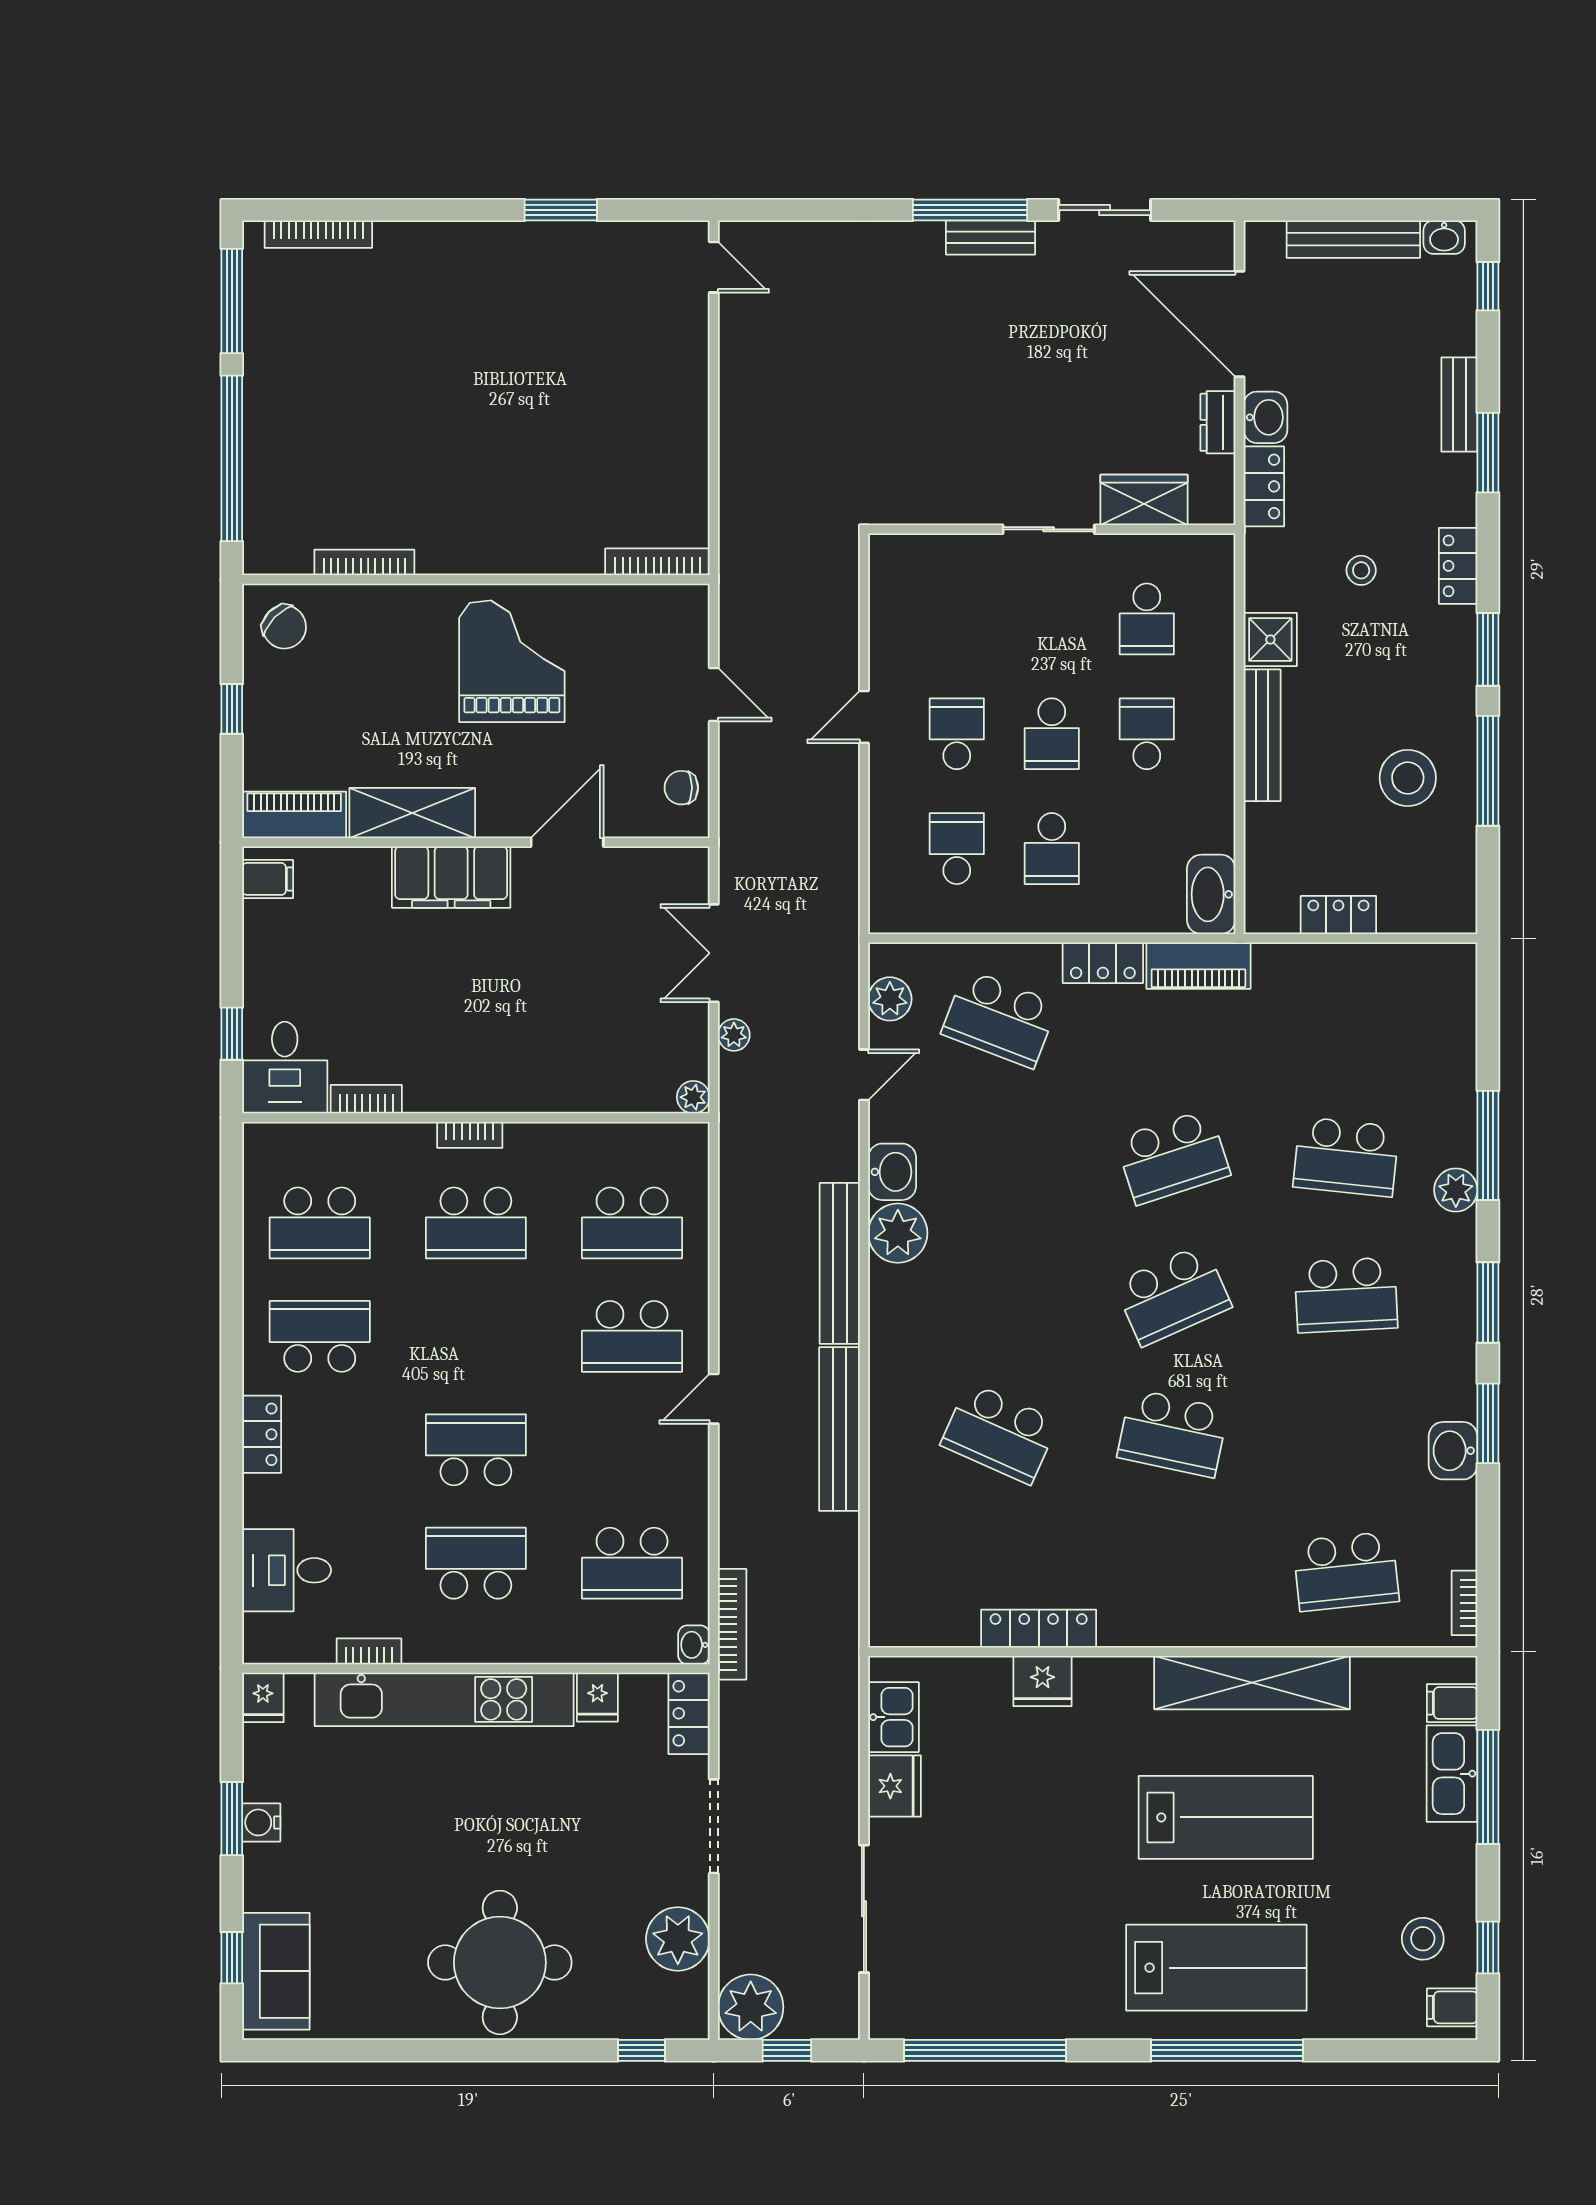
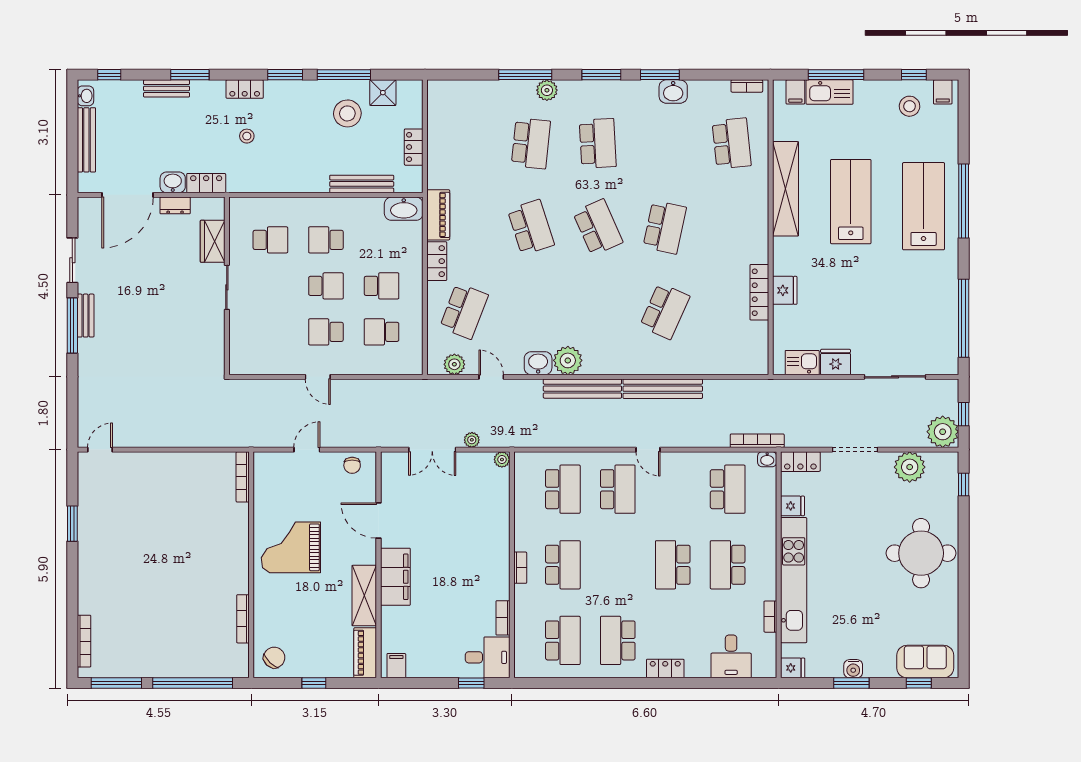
shower: (1270, 640) -> (383, 93), moved
bench: (1262, 735) -> (362, 184), moved

